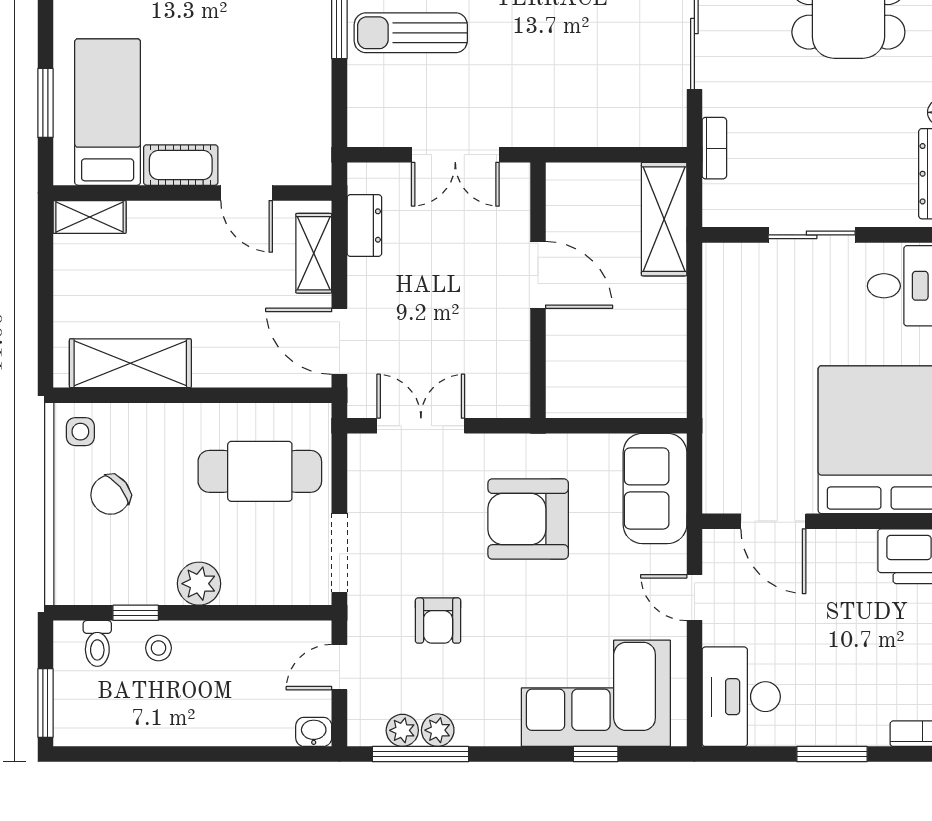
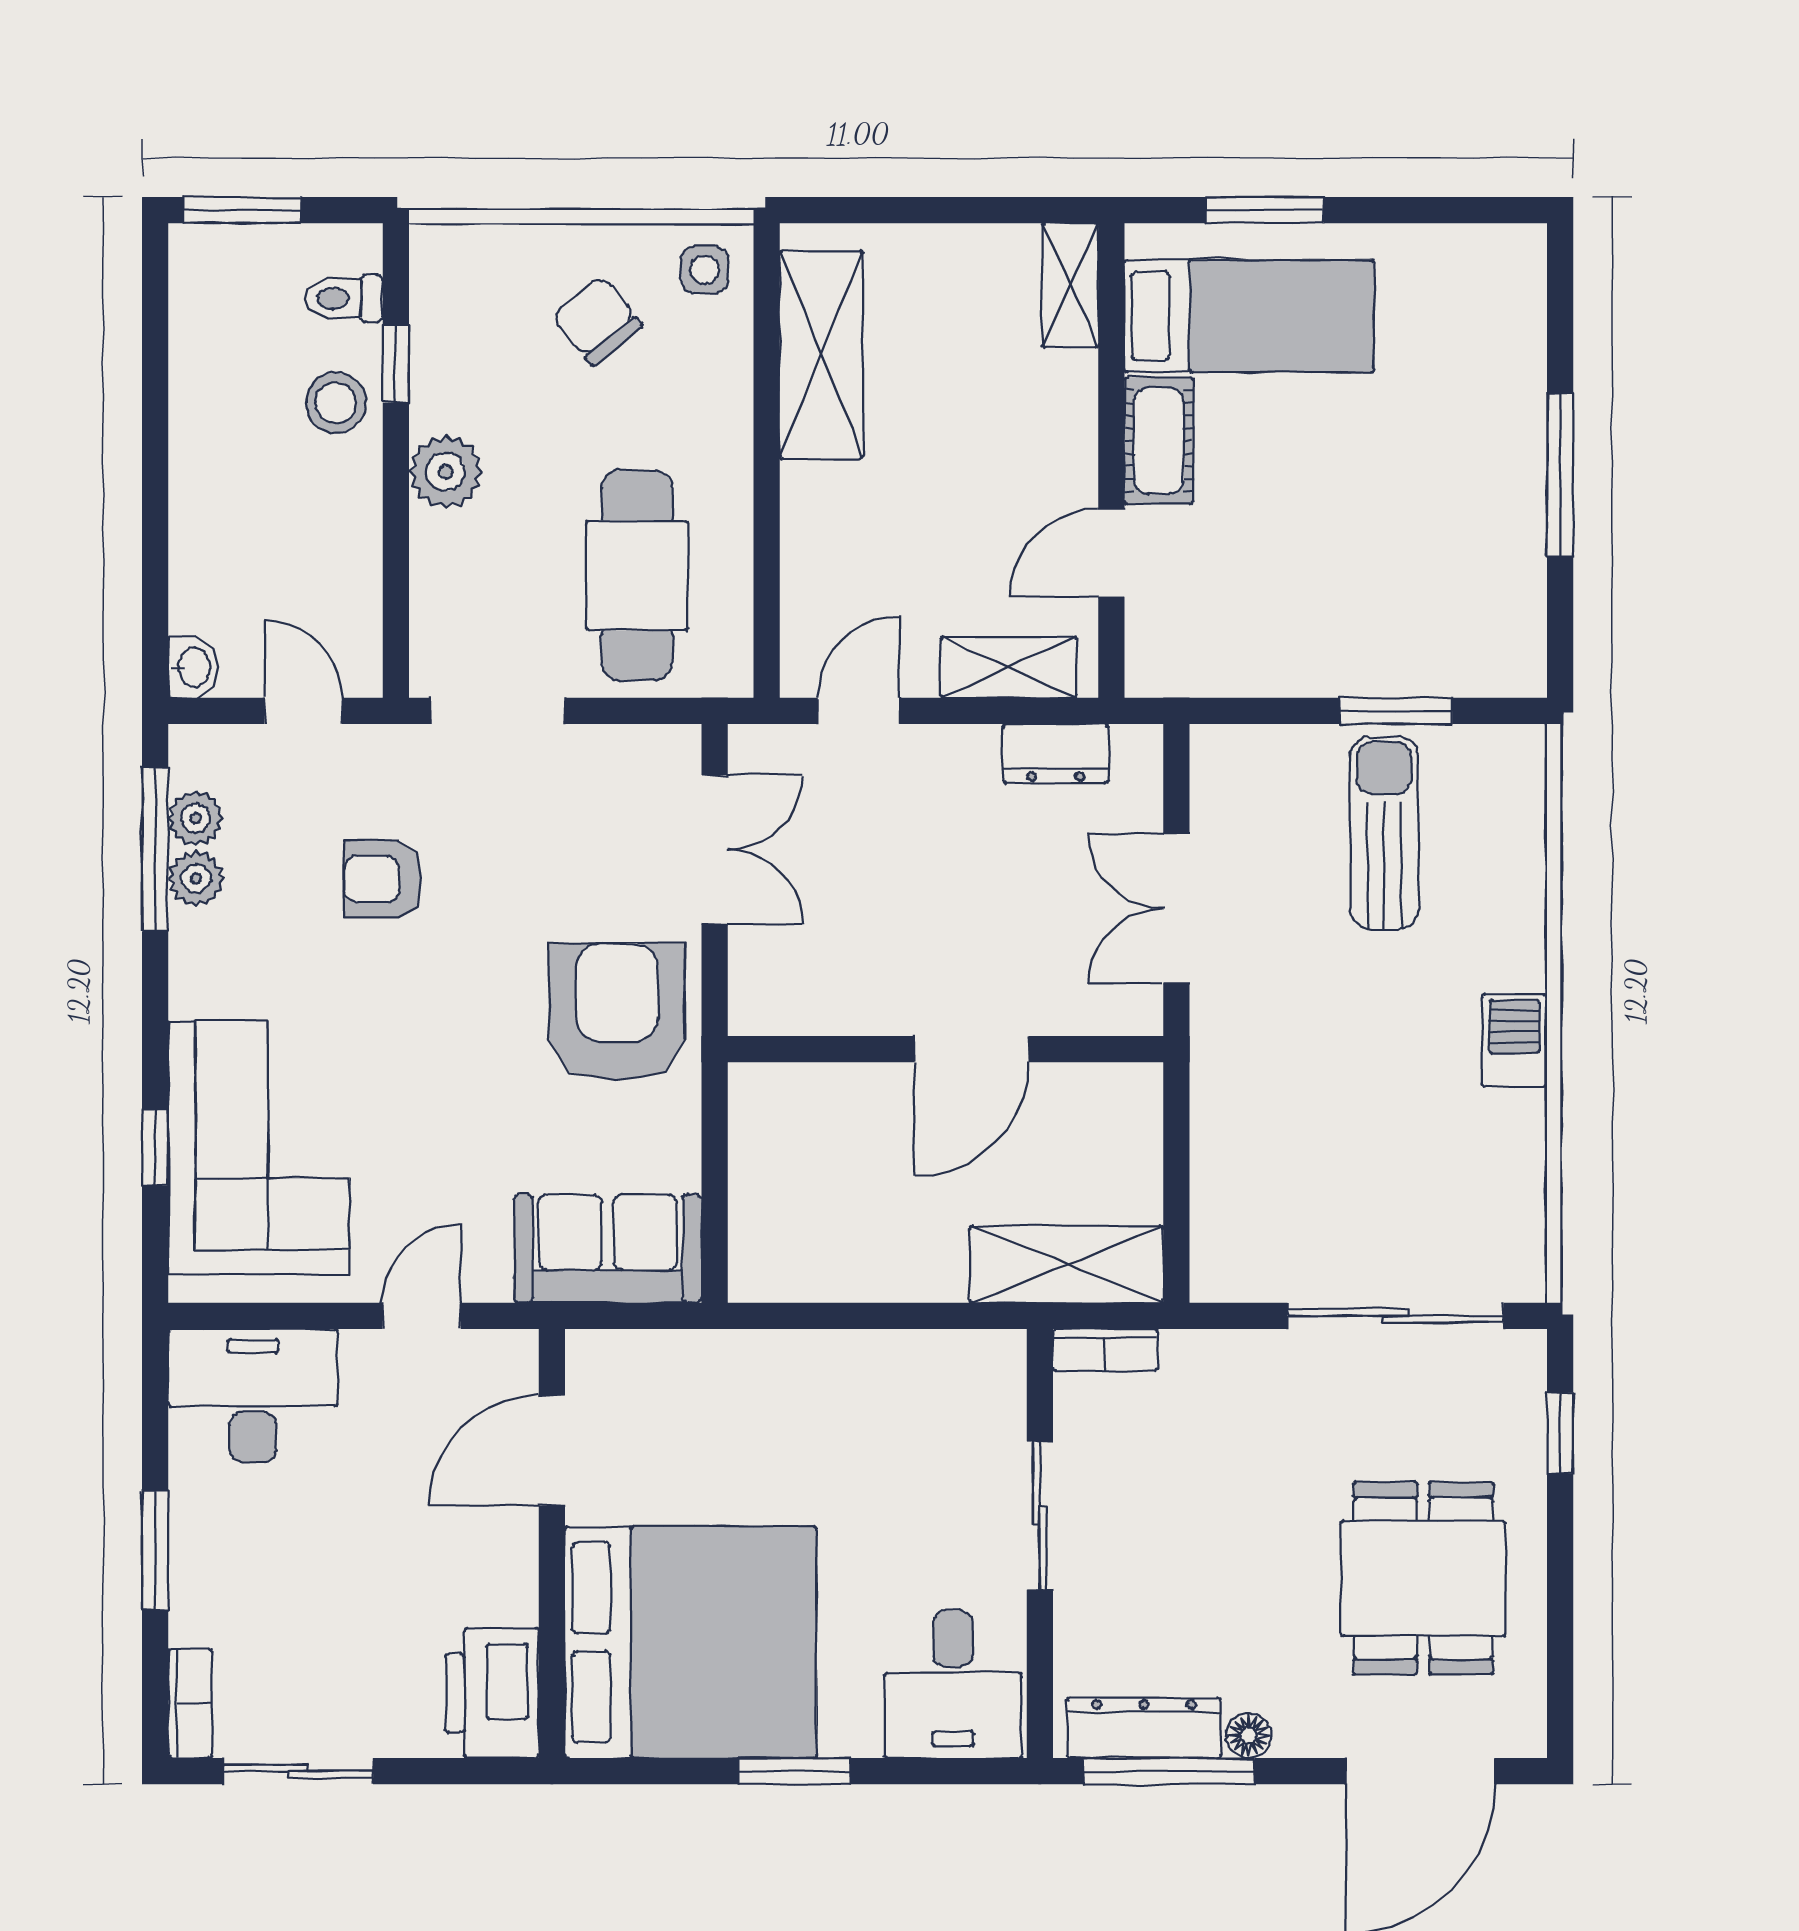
bookcase: (714, 148) -> (1105, 1350), moved
door: (339, 341) -> (859, 711), width x0.73
armchair: (528, 519) -> (617, 1012), moved
stool: (158, 648) -> (336, 403), width x1.37, depth x1.37

